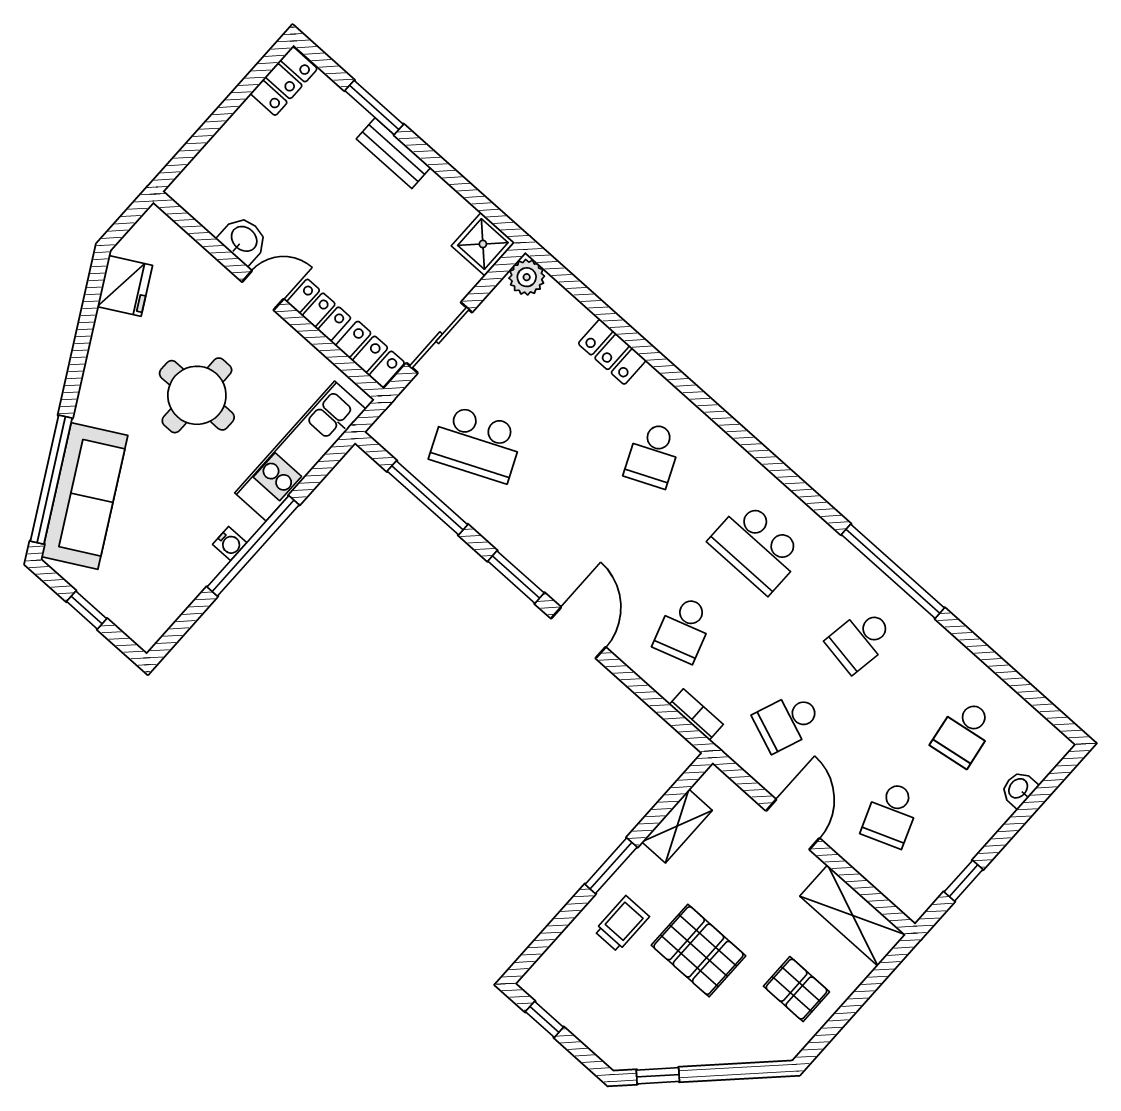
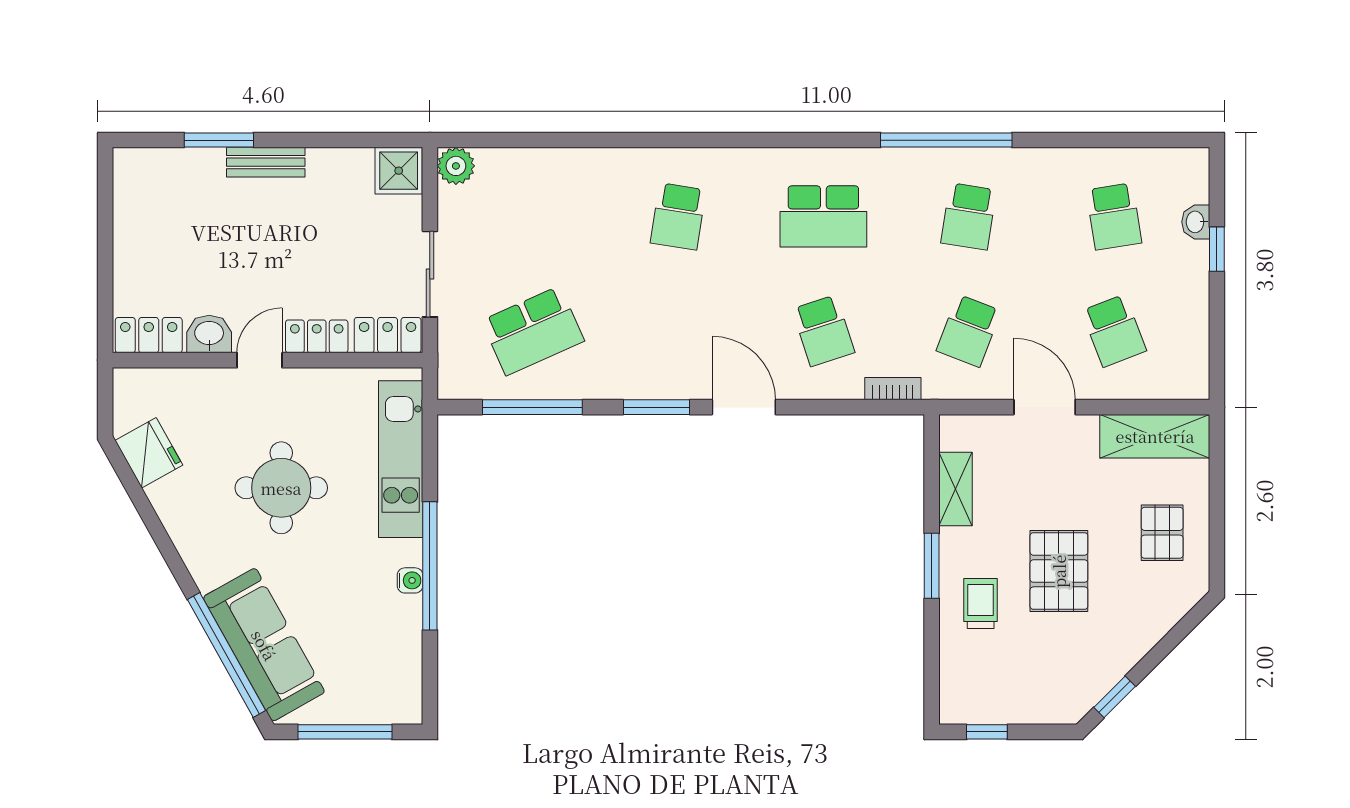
locker: (284, 81) -> (149, 335), moved, turned -90
locker: (612, 352) -> (574, 165), removed
school desk: (653, 455) -> (678, 216), turned 33
window: (87, 610) -> (345, 732), width x2.17
window: (964, 881) -> (1217, 249), moved
pallet: (698, 951) -> (1059, 571), turned 90
pallet: (796, 989) -> (1162, 533), turned 90

